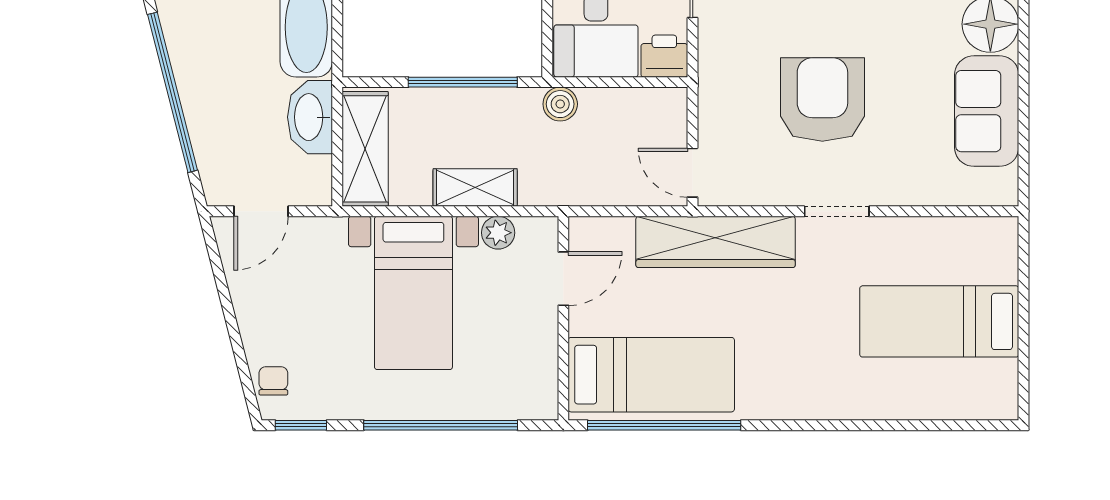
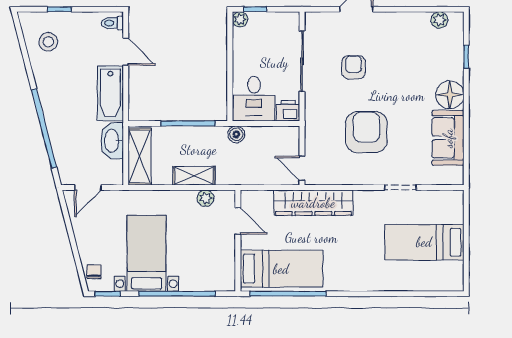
doorway: (837, 211) -> (400, 188), moved
door: (563, 279) -> (238, 221), hinge flipped
bed with nightstands: (413, 293) -> (146, 253), moved, turned 180

